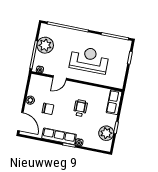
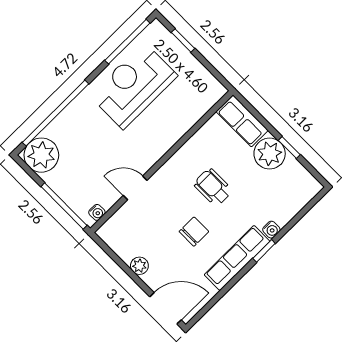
plant: (45, 45) -> (41, 155), moved
reception desk: (89, 60) -> (133, 86), moved
door: (60, 78) -> (135, 188), swing flipped
chair: (48, 109) -> (194, 232), moved
plant: (106, 133) -> (270, 154), moved

